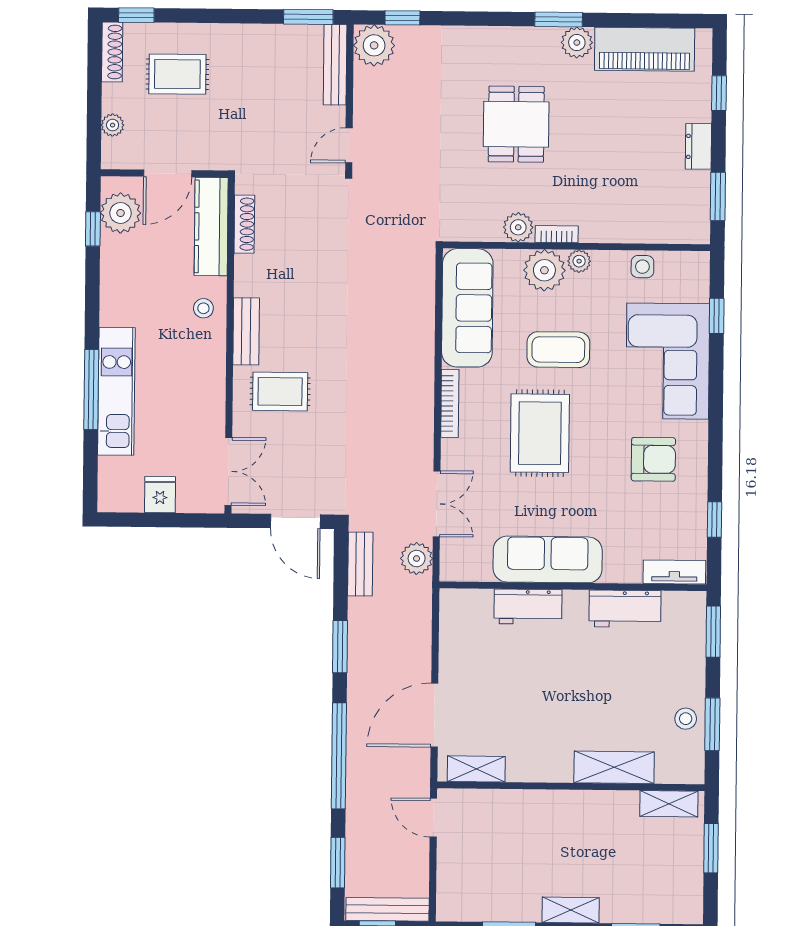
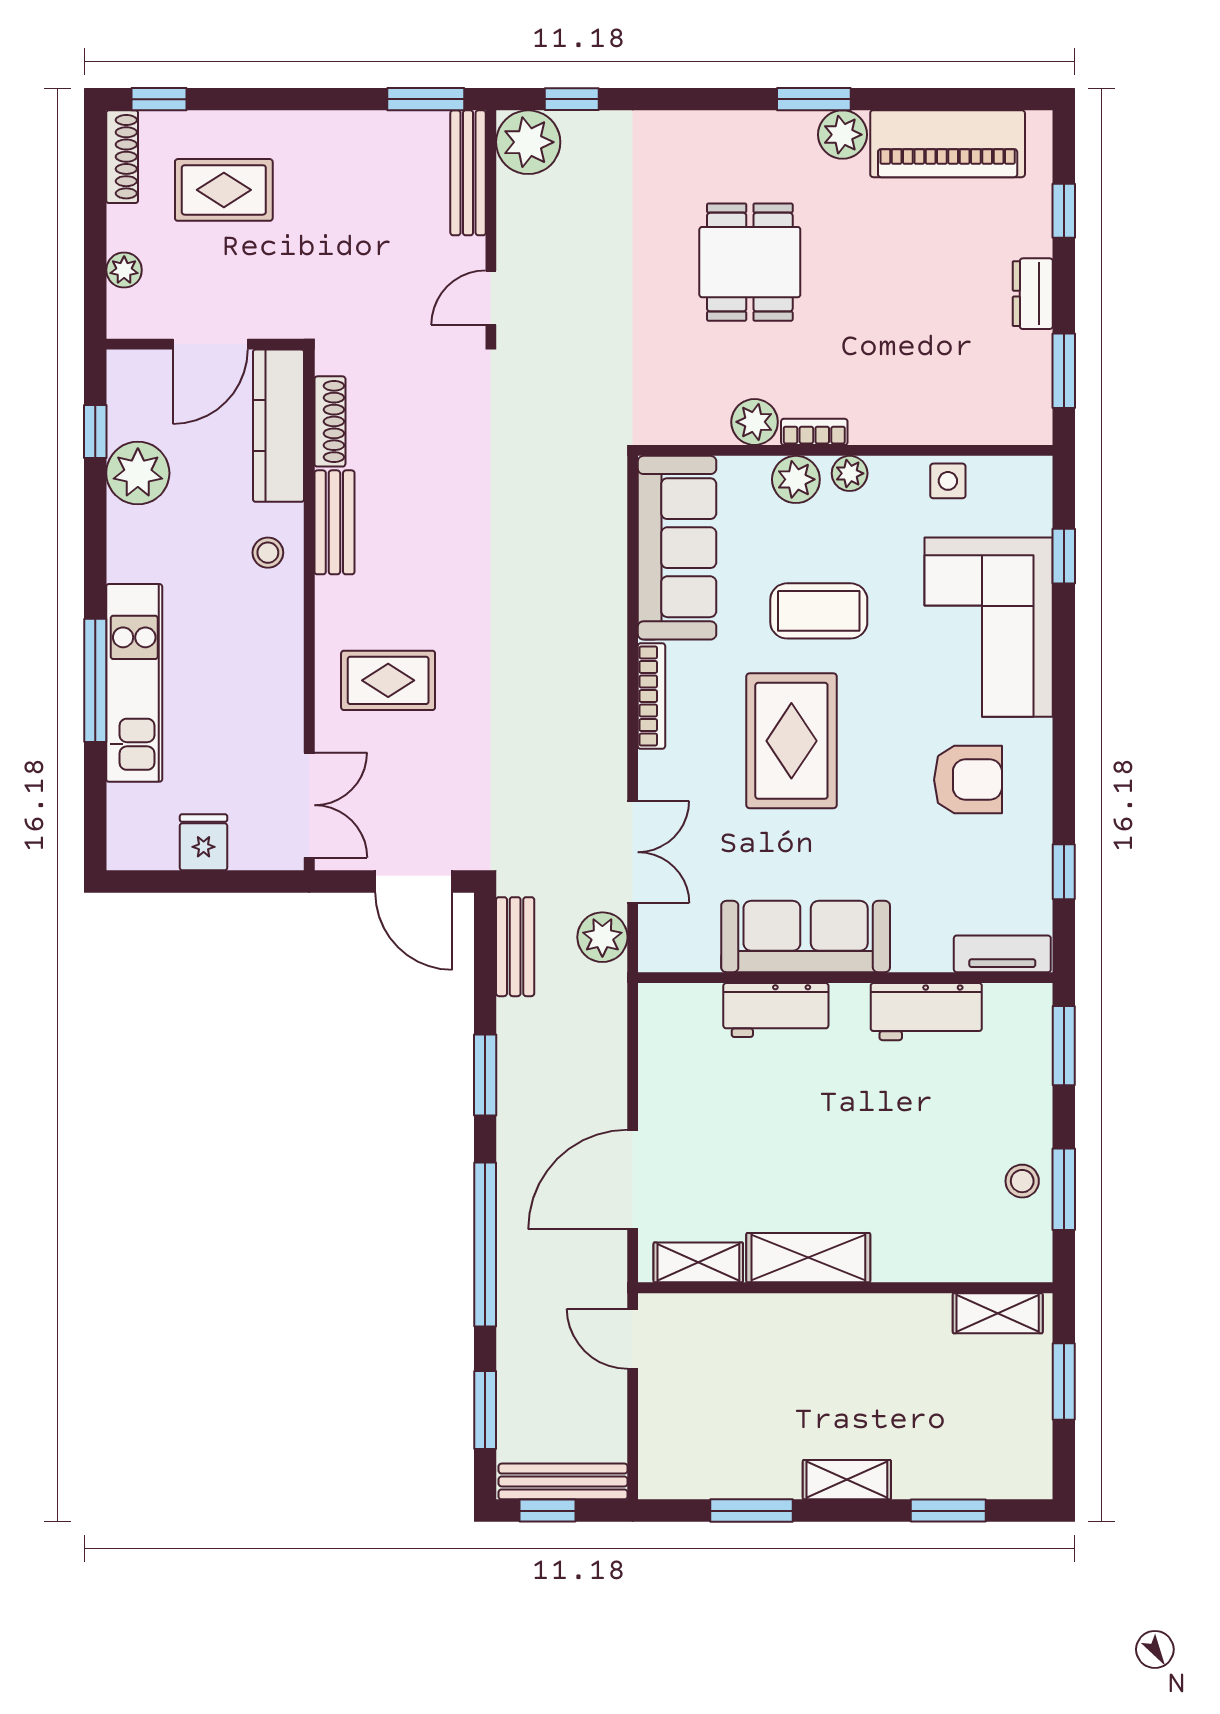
plant: (121, 213) -> (138, 473), moved
plant: (544, 270) -> (796, 479), width x0.73, depth x0.73
bench: (246, 331) -> (334, 522), moved
shelving: (614, 767) -> (808, 1258), moved

